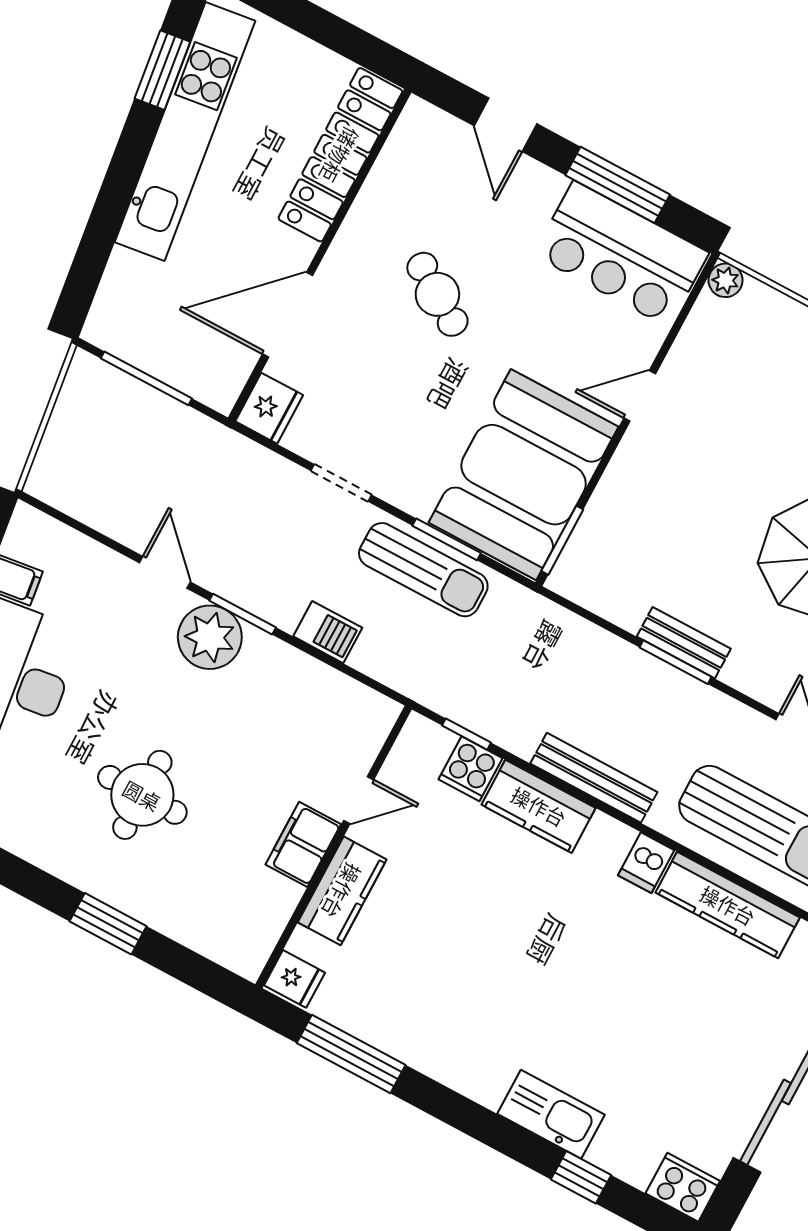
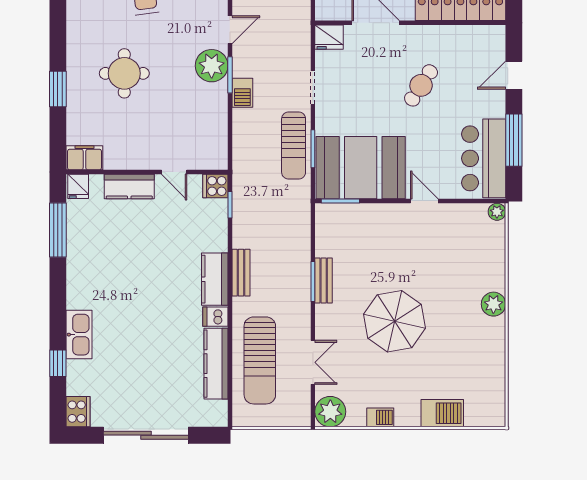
barbecue: (328, 632) -> (242, 93), moved
cooker: (470, 769) -> (215, 186), moved
bench: (594, 778) -> (241, 273), width x0.73
kitchen counter: (539, 806) -> (215, 279), moved
filing cabinet: (303, 844) -> (84, 158), moved

